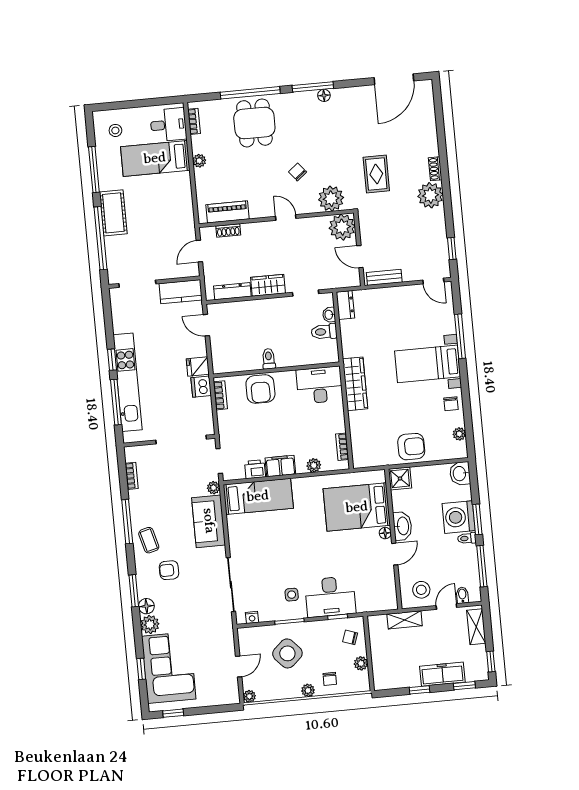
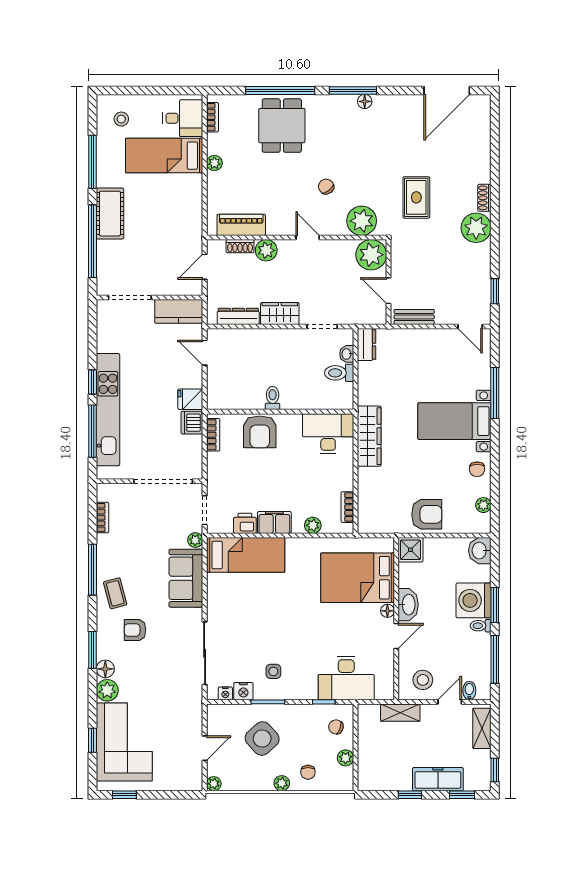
plant: (251, 232) -> (266, 250), added
desk: (330, 597) -> (346, 678), moved
nightstand: (267, 614) -> (243, 691), added

